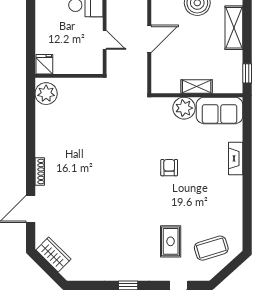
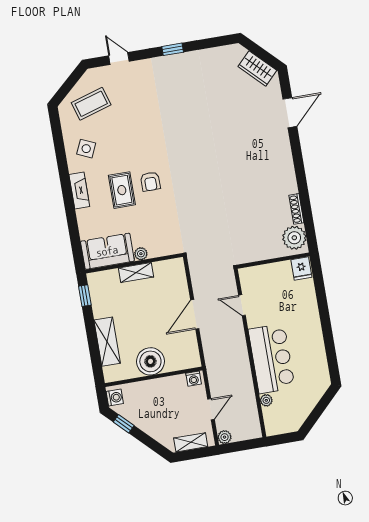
plant: (184, 108) -> (141, 254), width x0.53, depth x0.53
fireplace: (236, 158) -> (79, 191), moved
shoe rack: (40, 172) -> (296, 209), moved
side table: (223, 208) -> (86, 149), added
rug: (171, 241) -> (122, 190), moved

